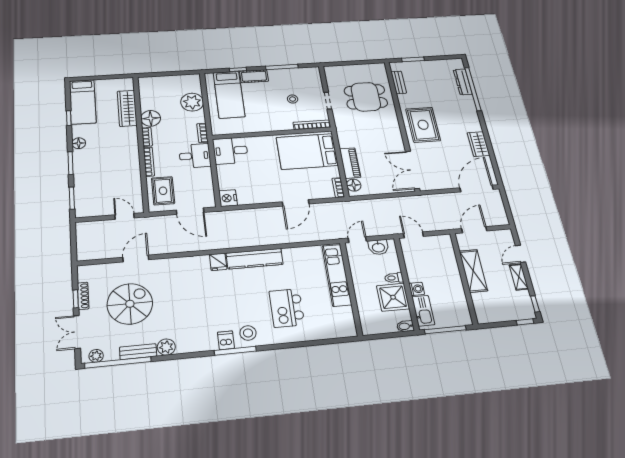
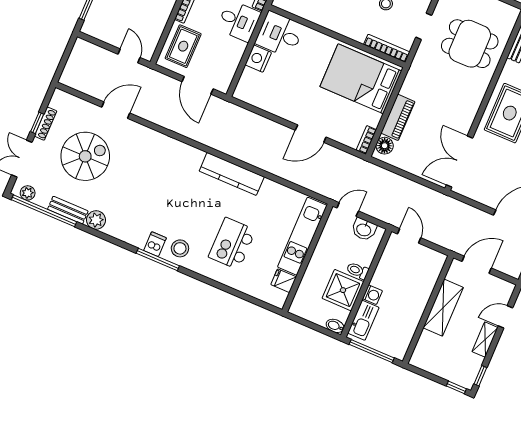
nightstand: (228, 198) -> (258, 59), moved
fridge: (218, 262) -> (284, 281), moved, turned 90

